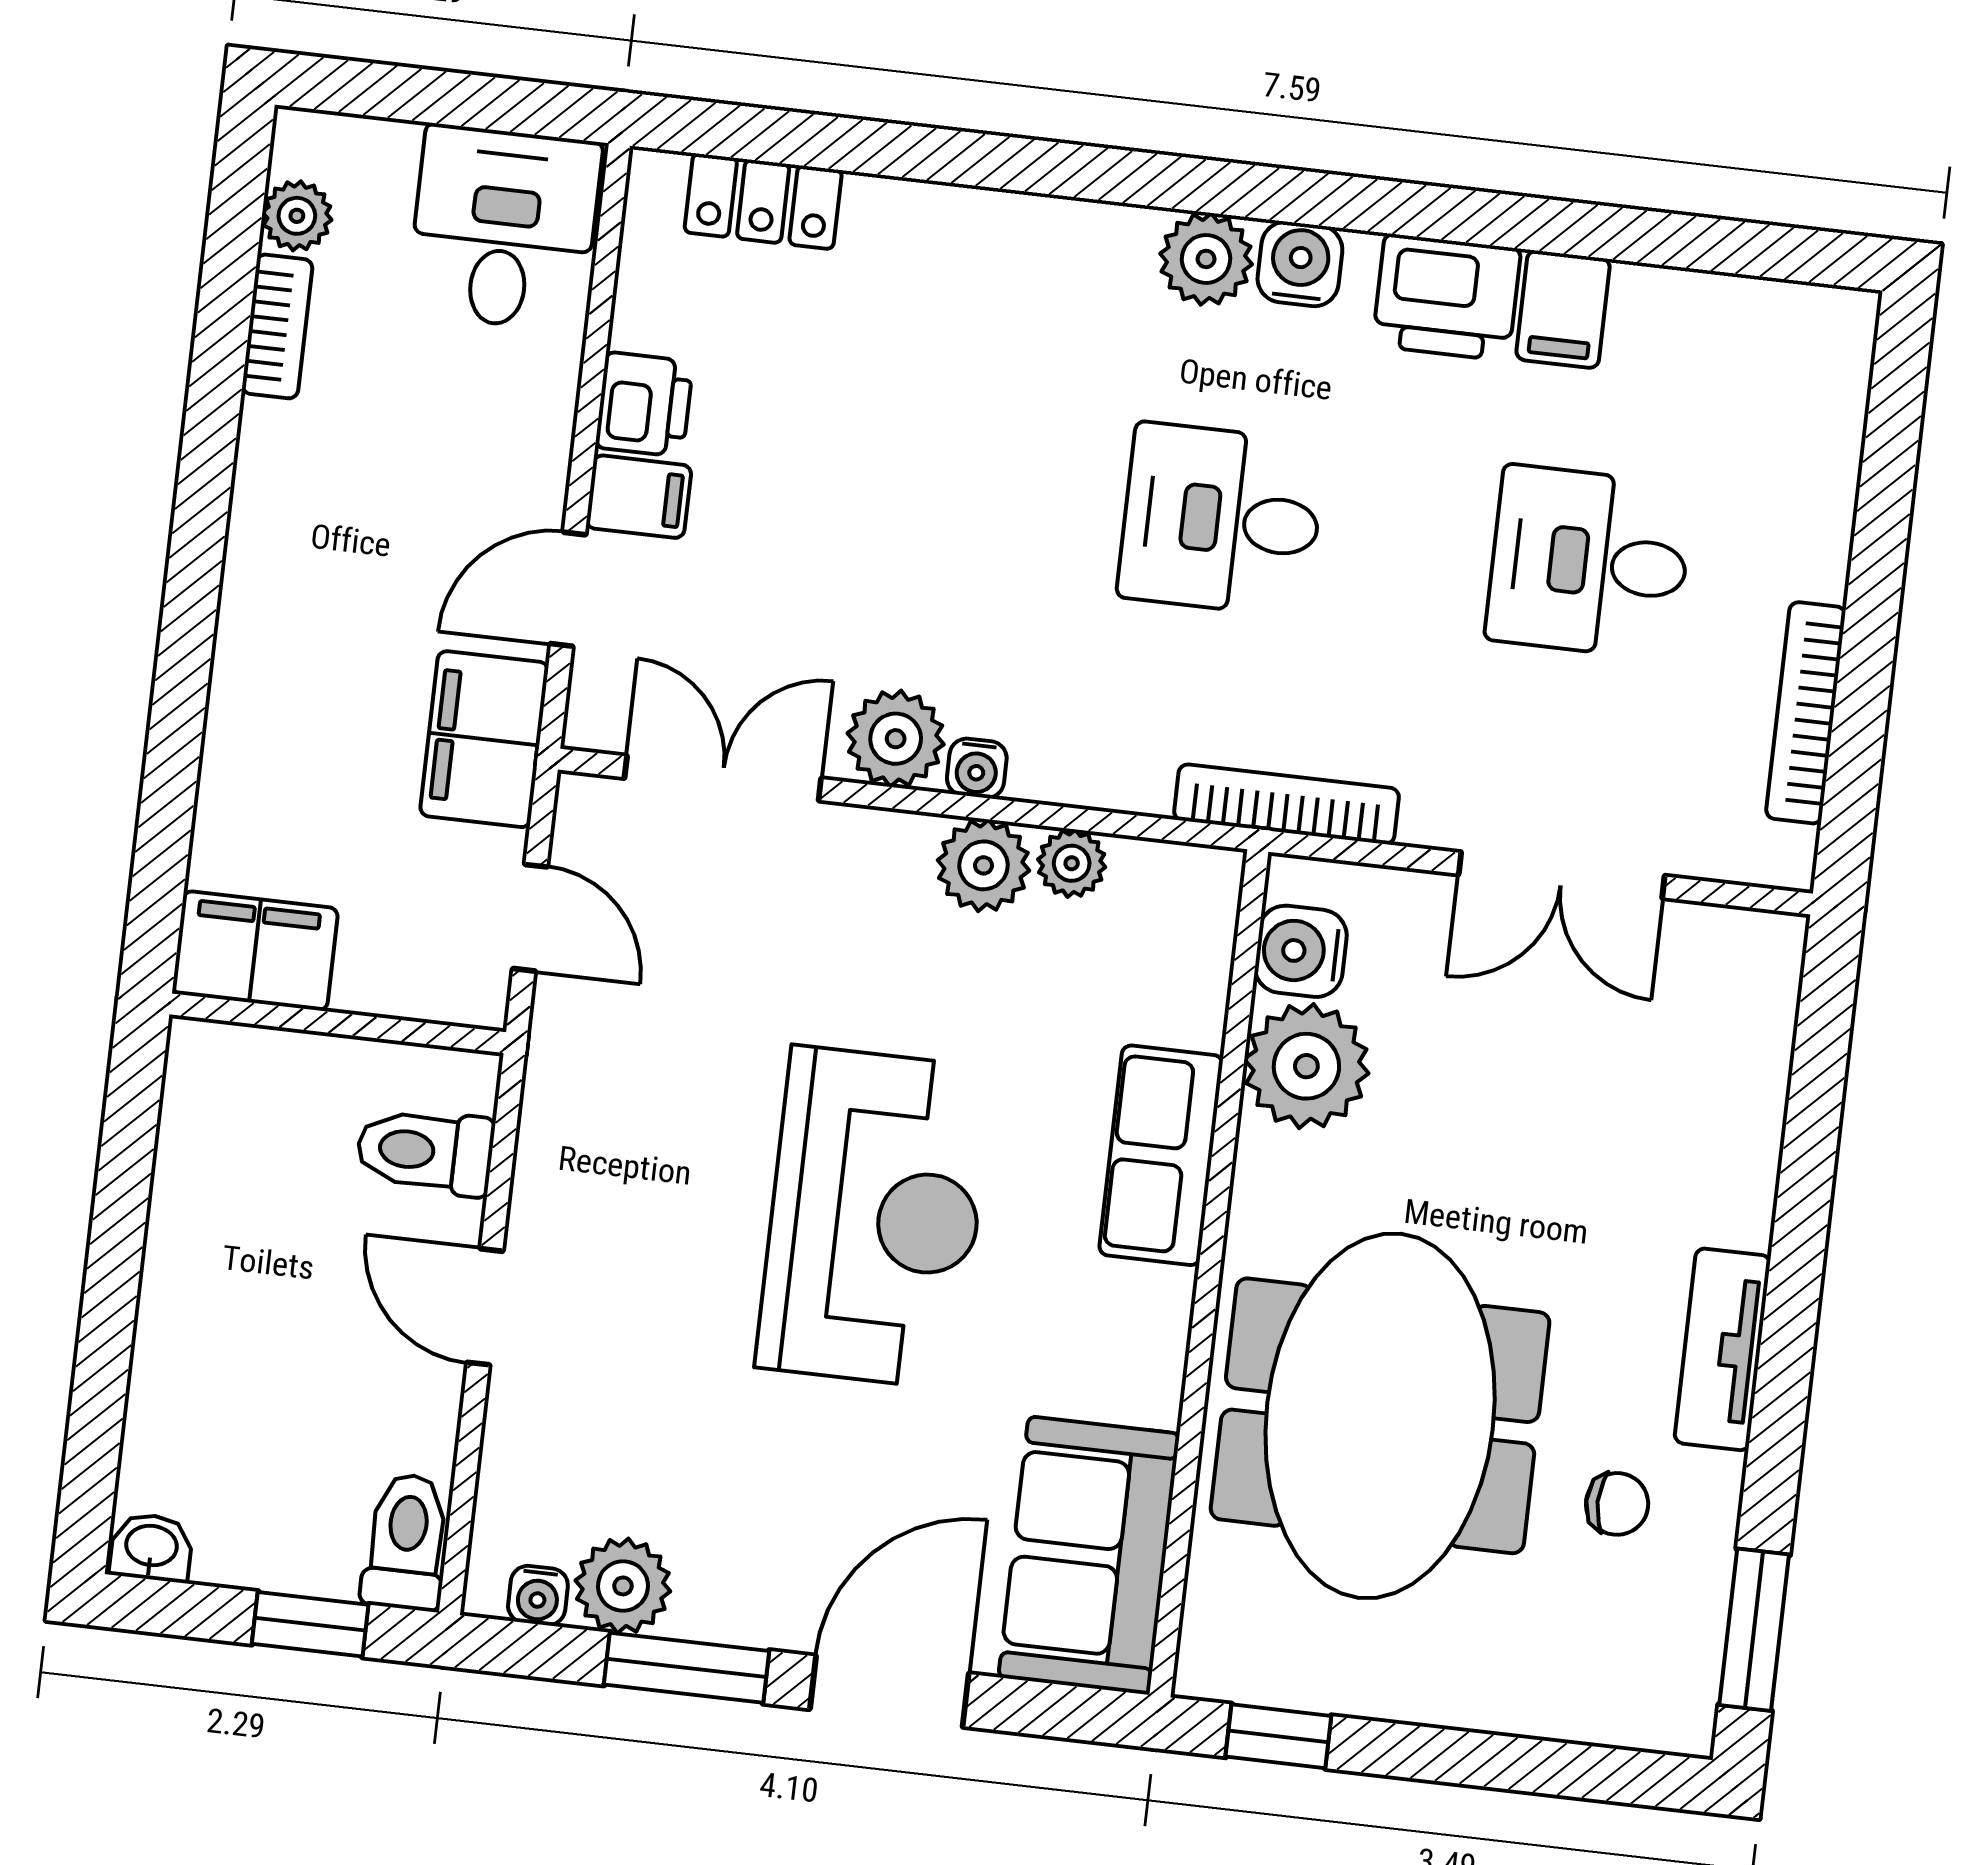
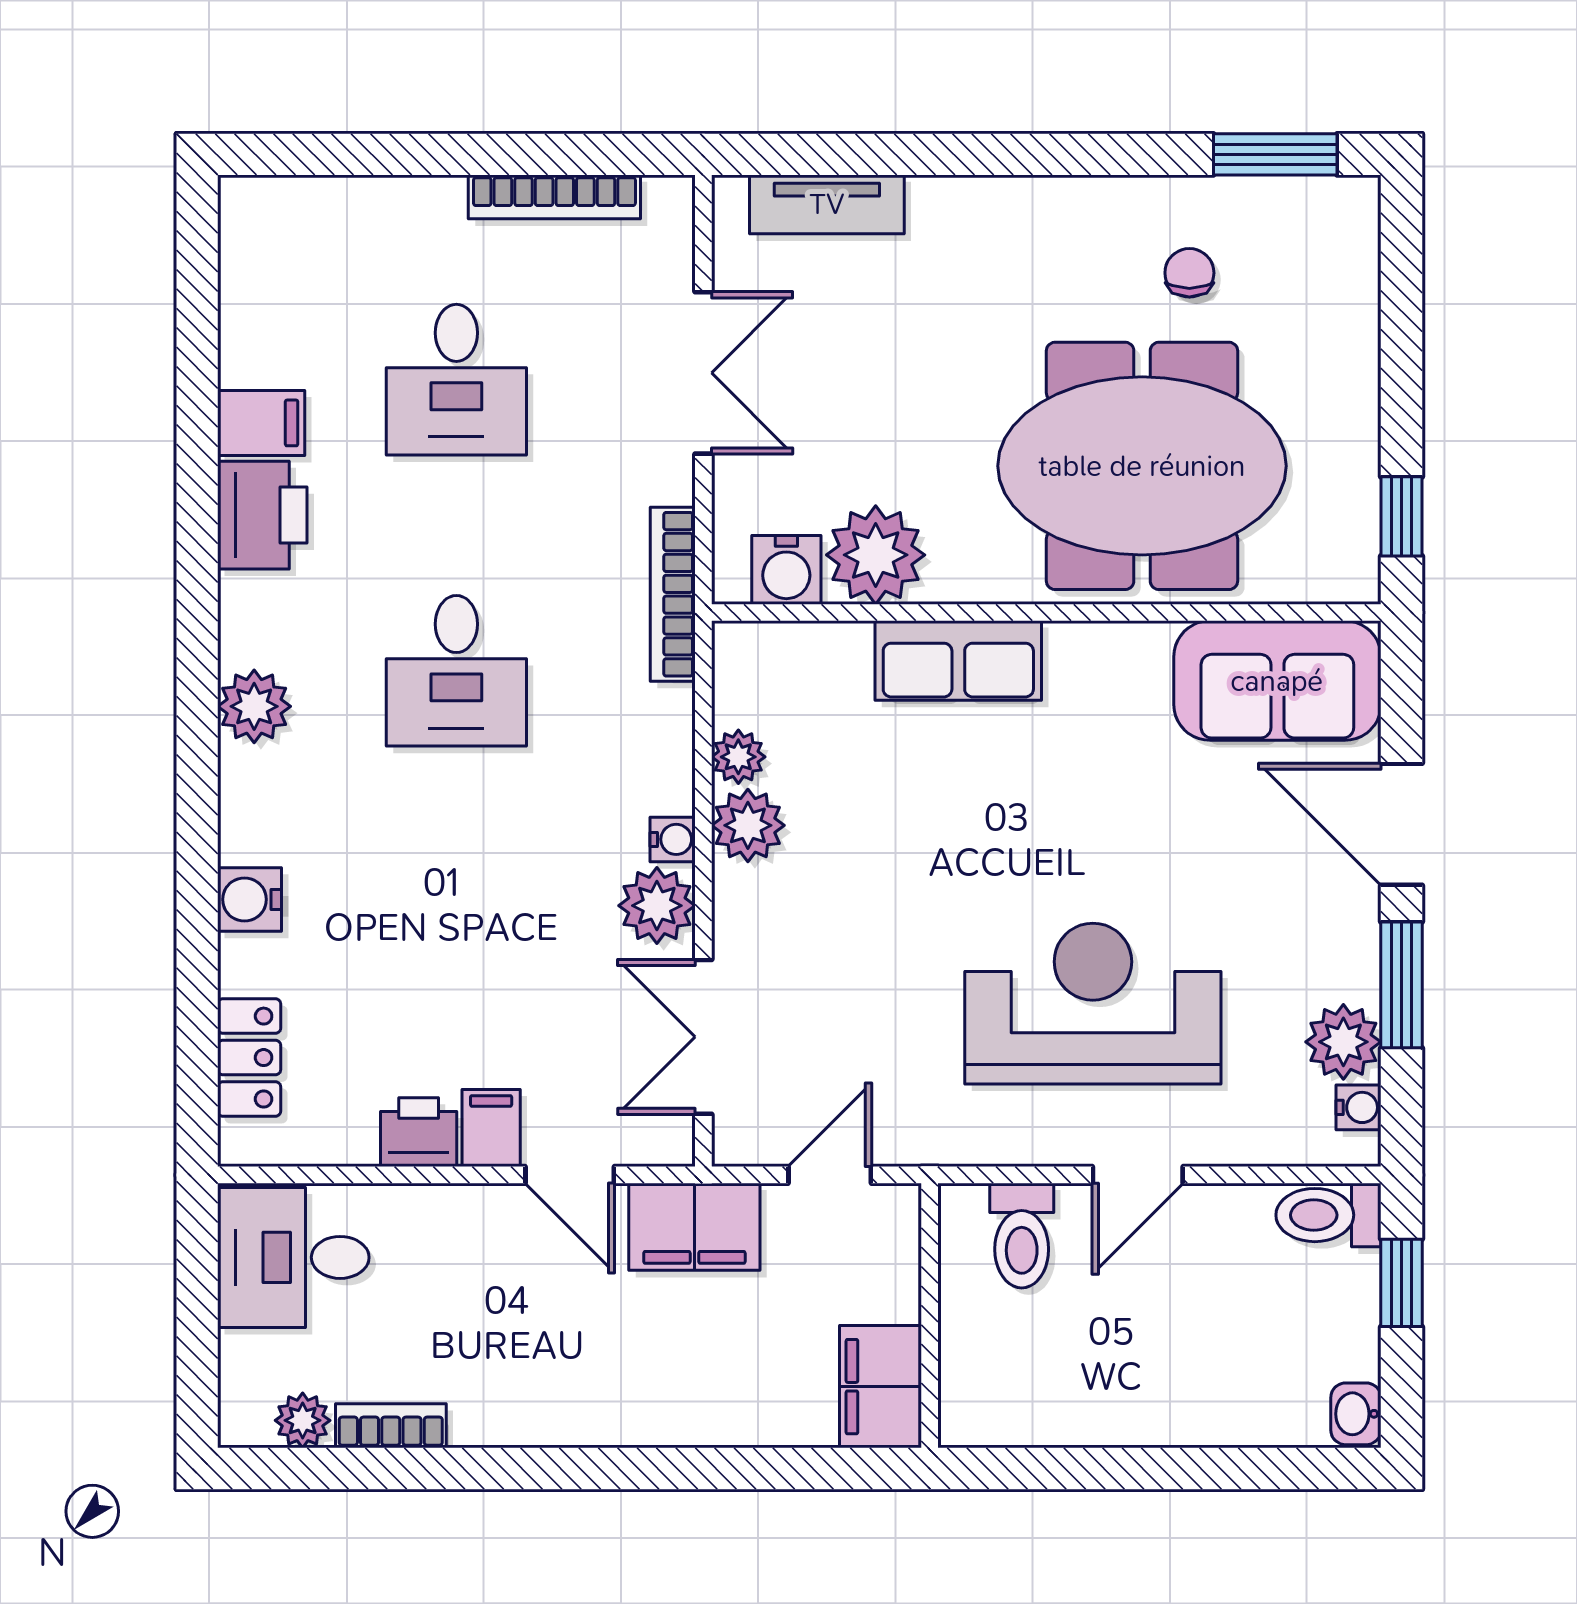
water cooler: (1300, 264) -> (250, 899), moved
reception desk: (875, 1217) -> (1093, 1004), moved
tv unit: (1722, 1349) -> (827, 204), moved

